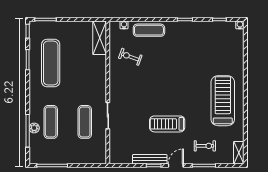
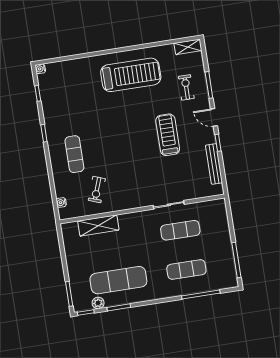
exercise mat: (149, 30) -> (74, 154), moved
shelving: (100, 38) -> (98, 226), moved
treadmill: (223, 101) -> (131, 75), turned 180
treadmill: (167, 124) -> (168, 135), turned 180
plant: (34, 128) -> (98, 303), moved
bench: (150, 159) -> (214, 164), moved

